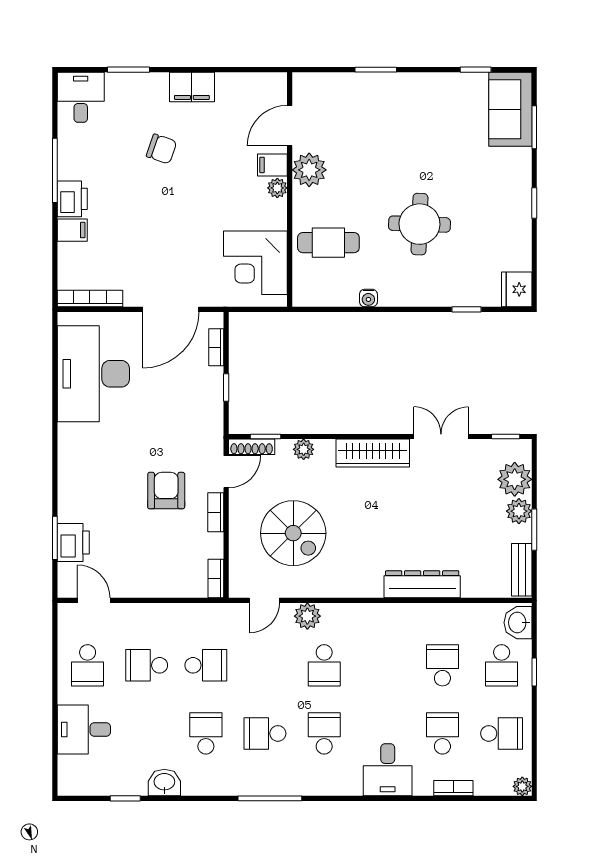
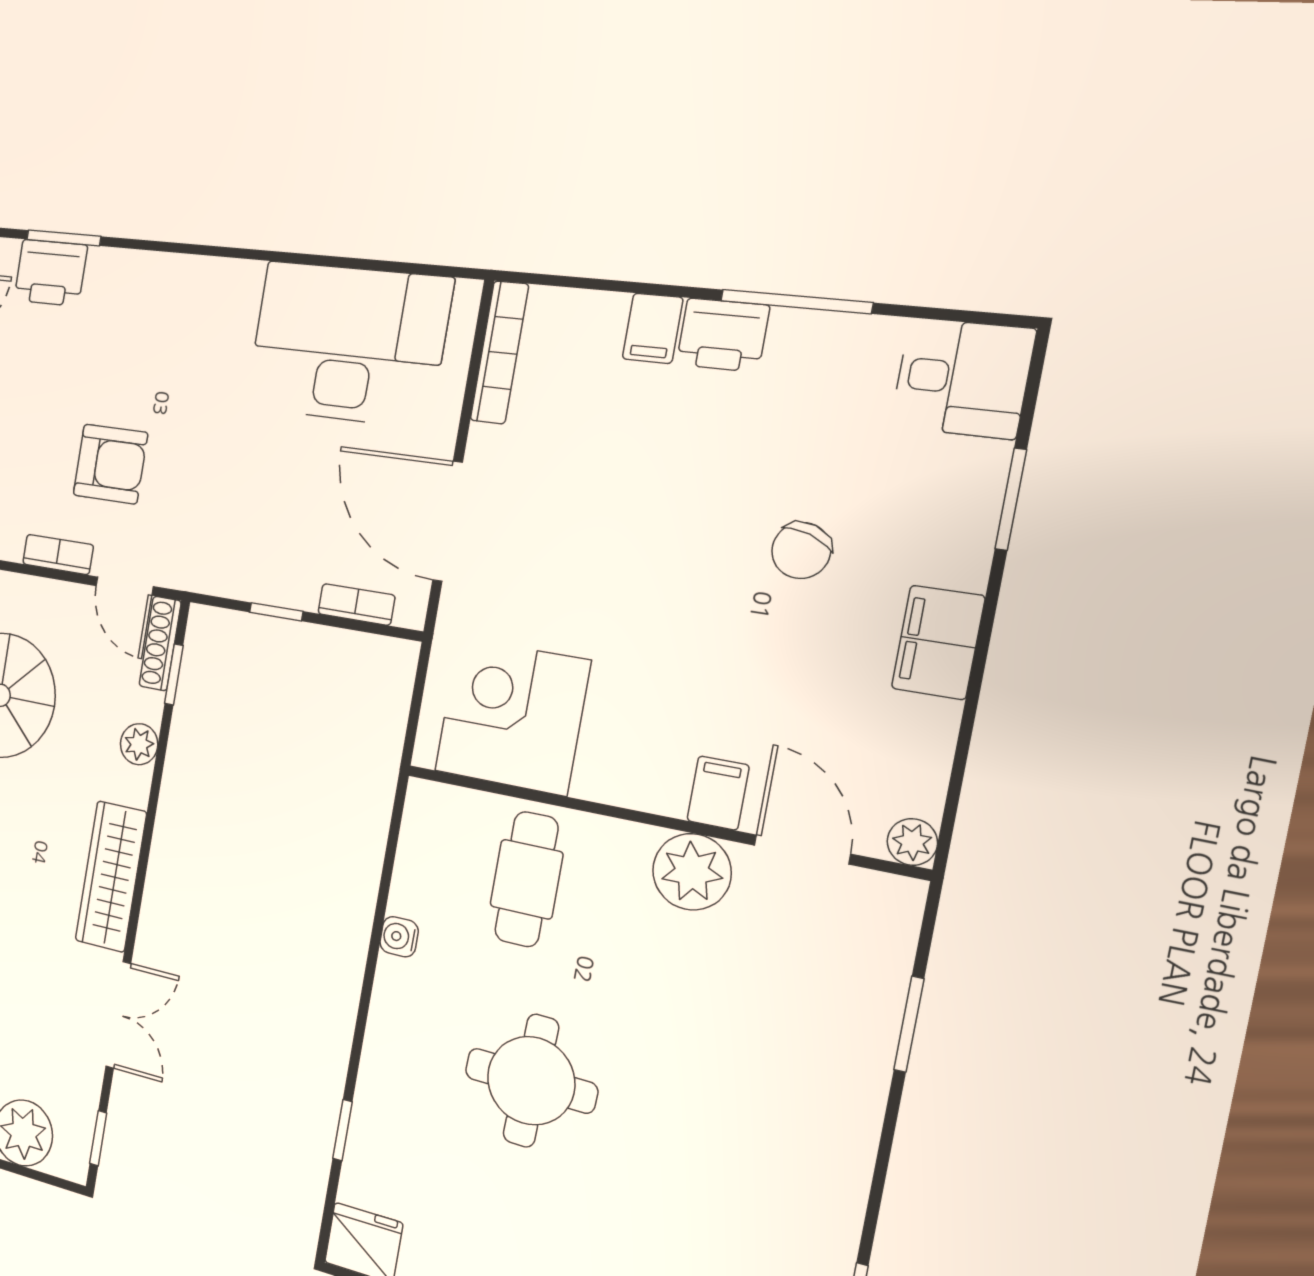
window: (376, 70) -> (909, 1024), moved
plant: (277, 188) -> (912, 842), moved

